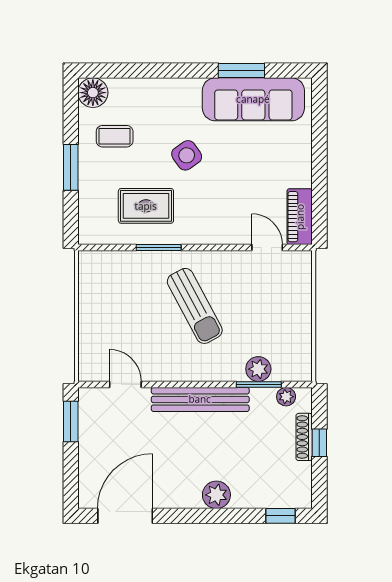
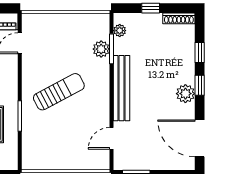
shoe rack: (304, 437) -> (179, 18), moved
plant: (216, 495) -> (185, 94), moved
window: (204, 516) -> (200, 85), added
window: (280, 516) -> (200, 53), moved

